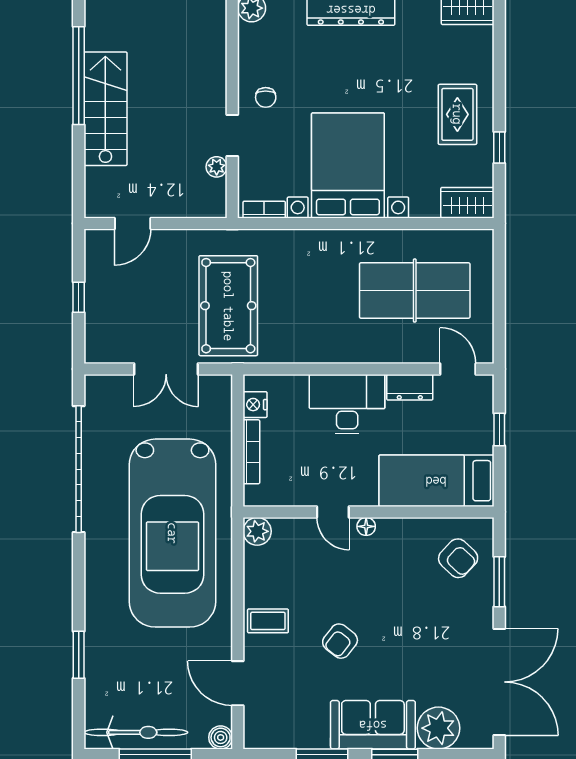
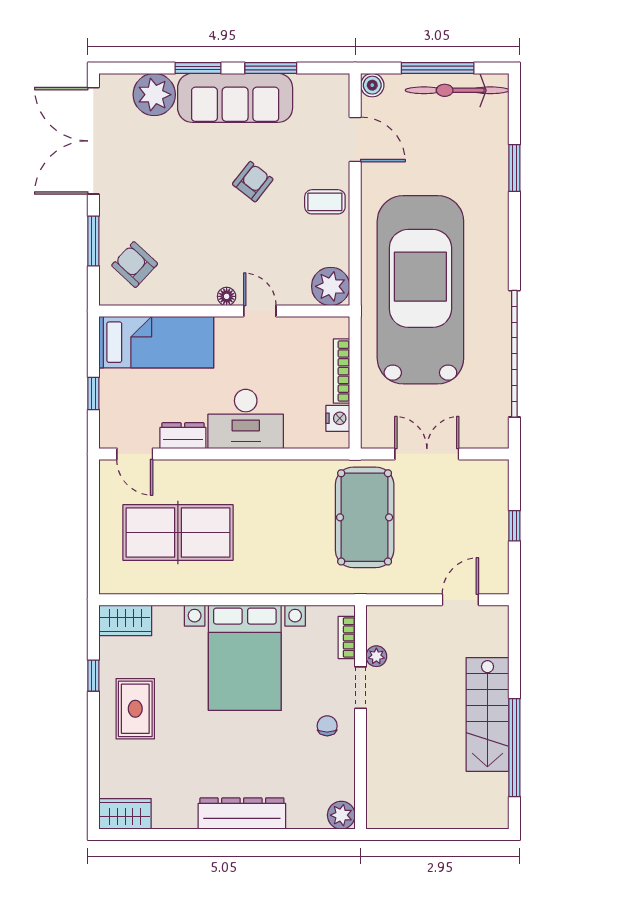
bookcase: (264, 210) -> (347, 637), moved, turned 90
plant: (257, 531) -> (331, 286), width x1.36, depth x1.36
sofa: (373, 725) -> (235, 98), width x1.36

